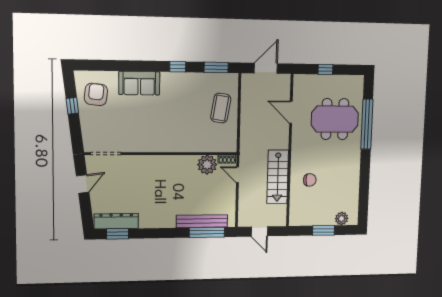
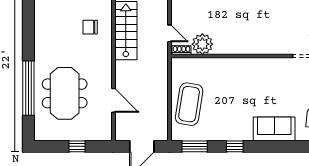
coffee table: (221, 108) -> (189, 104), width x1.36, depth x1.32
meeting table: (335, 119) -> (65, 93), turned 90

